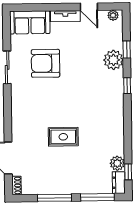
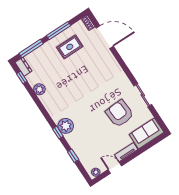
plant: (113, 60) -> (66, 126), moved
armchair: (46, 63) -> (120, 113), turned -94
rug: (63, 137) -> (70, 47), moved
plant: (117, 163) -> (39, 89), moved

